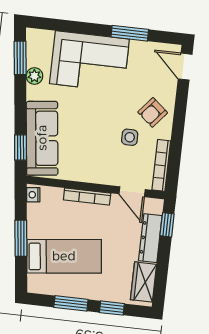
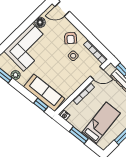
window: (130, 33) -> (30, 21), removed
floor lamp: (140, 50) -> (40, 22), added

